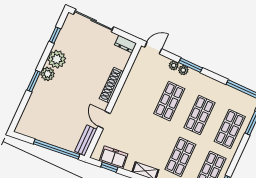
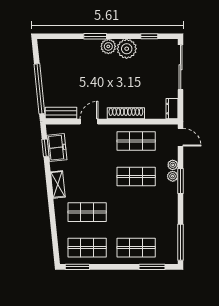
shop shelf: (200, 115) -> (136, 141), moved

